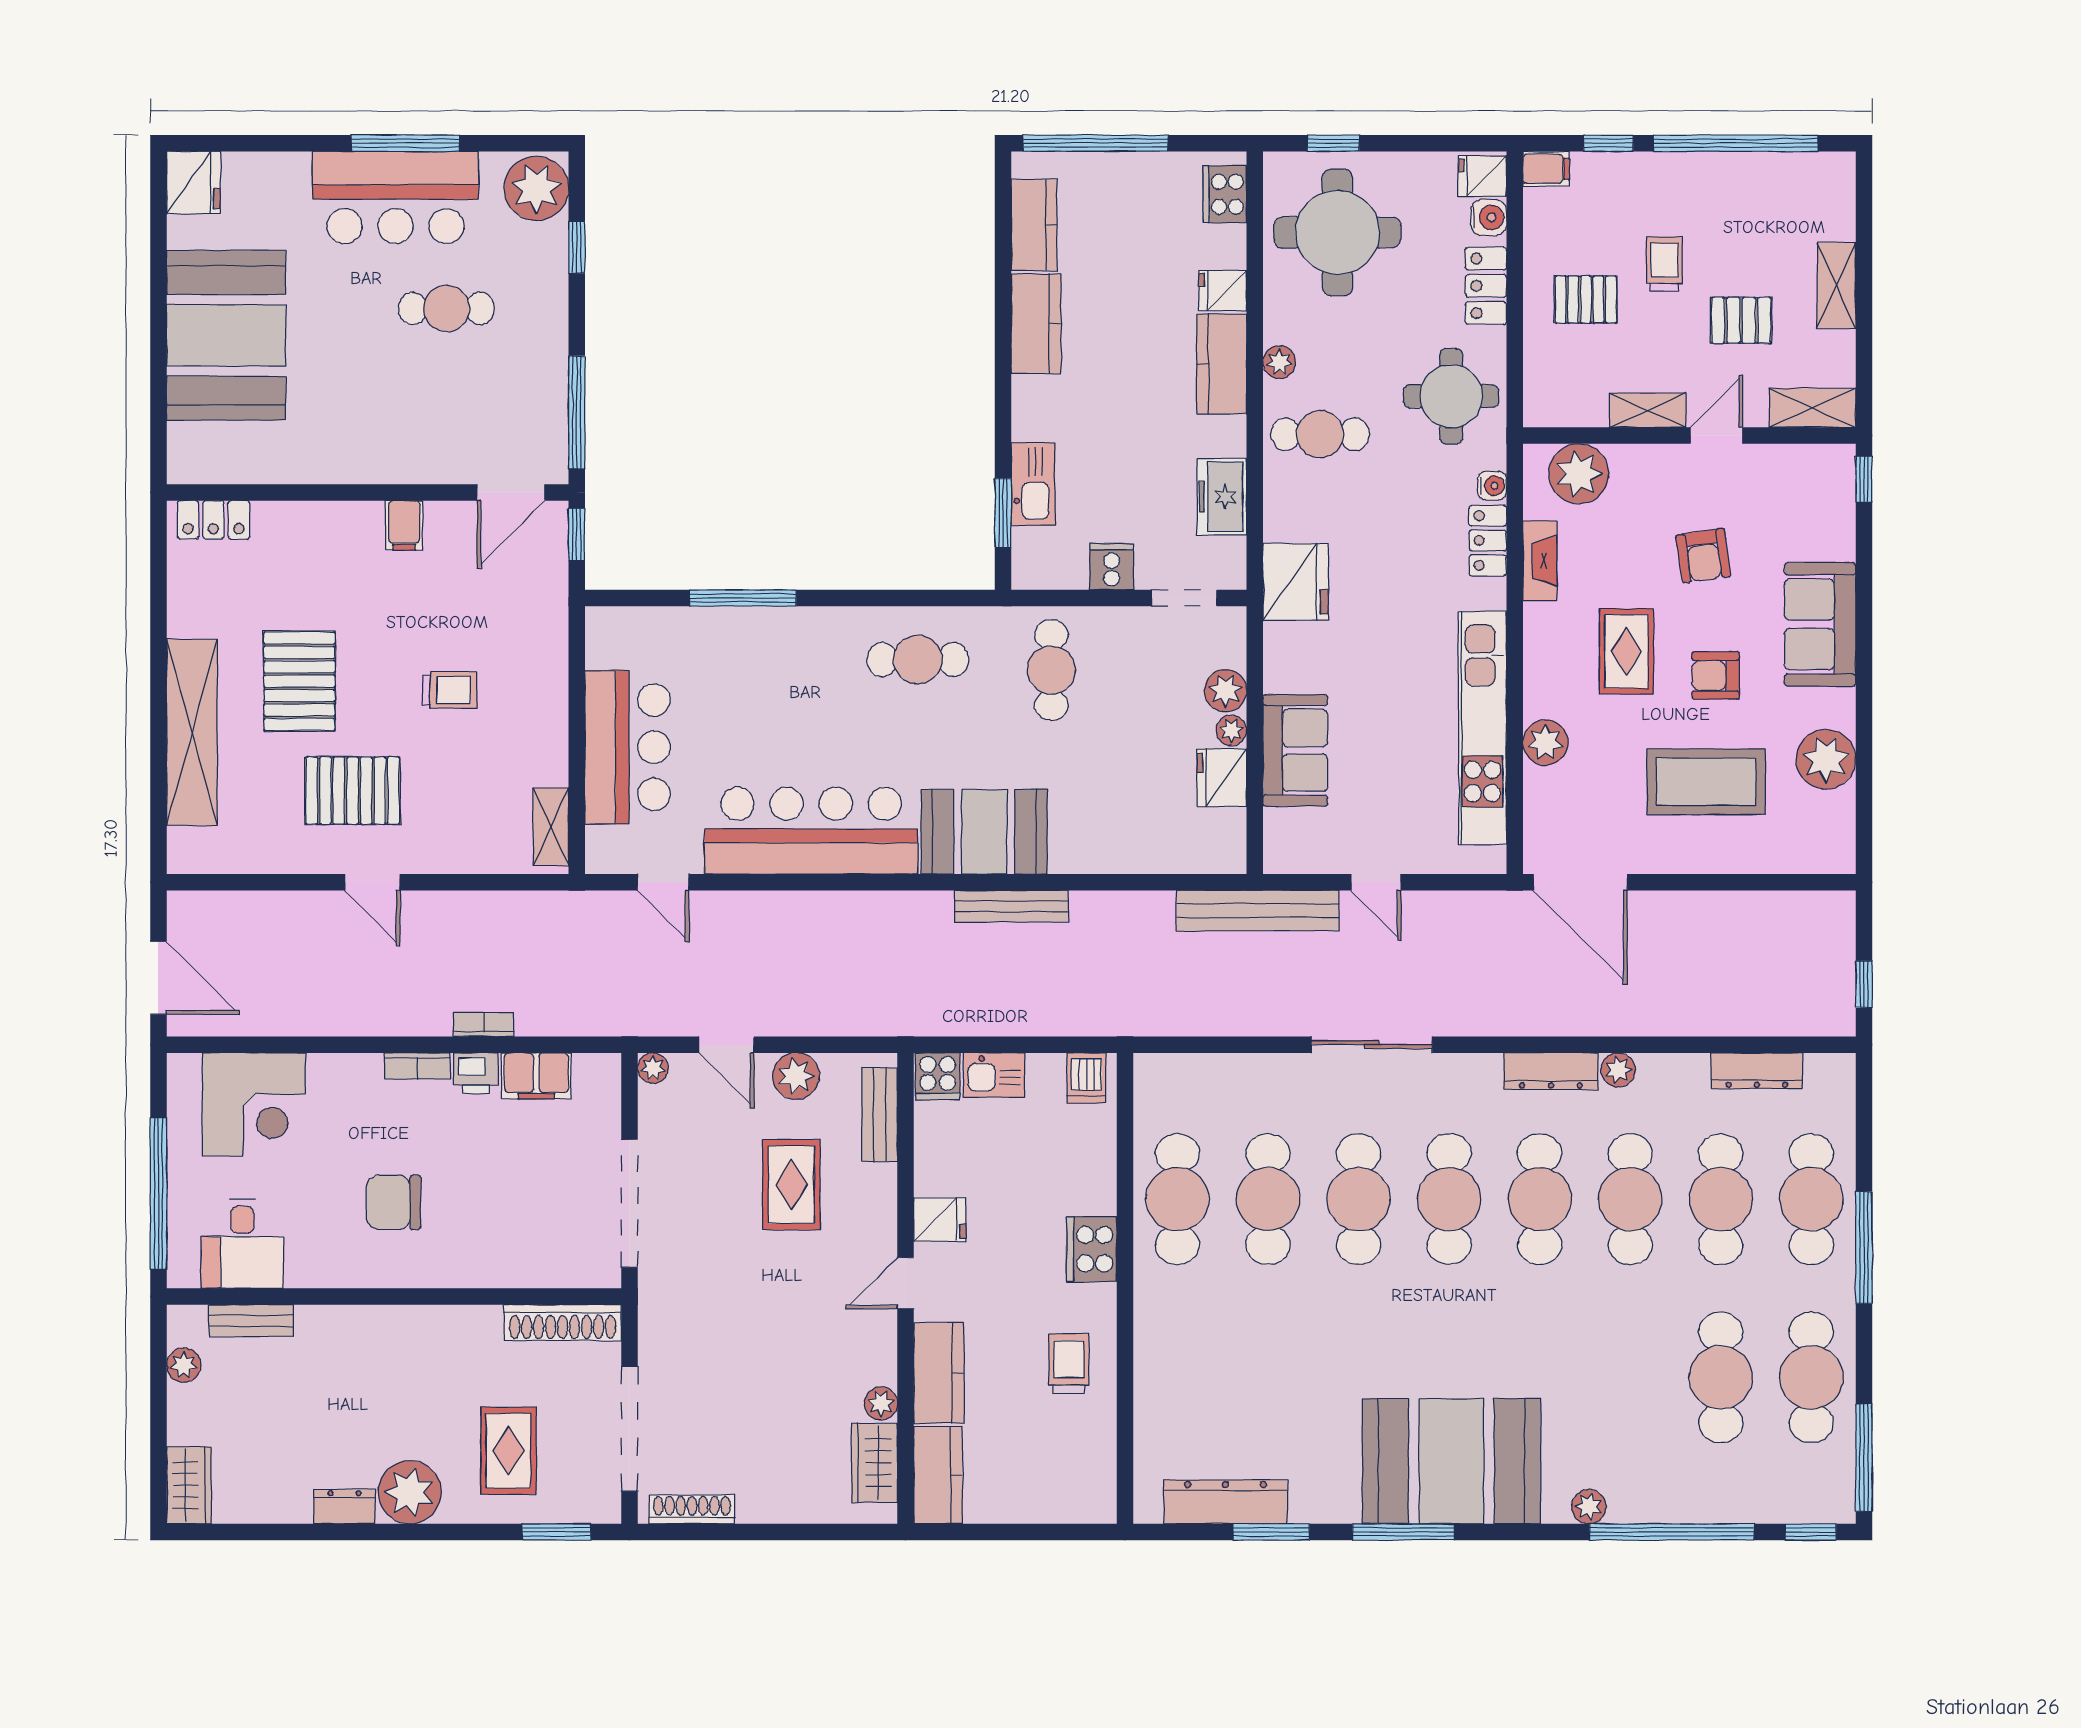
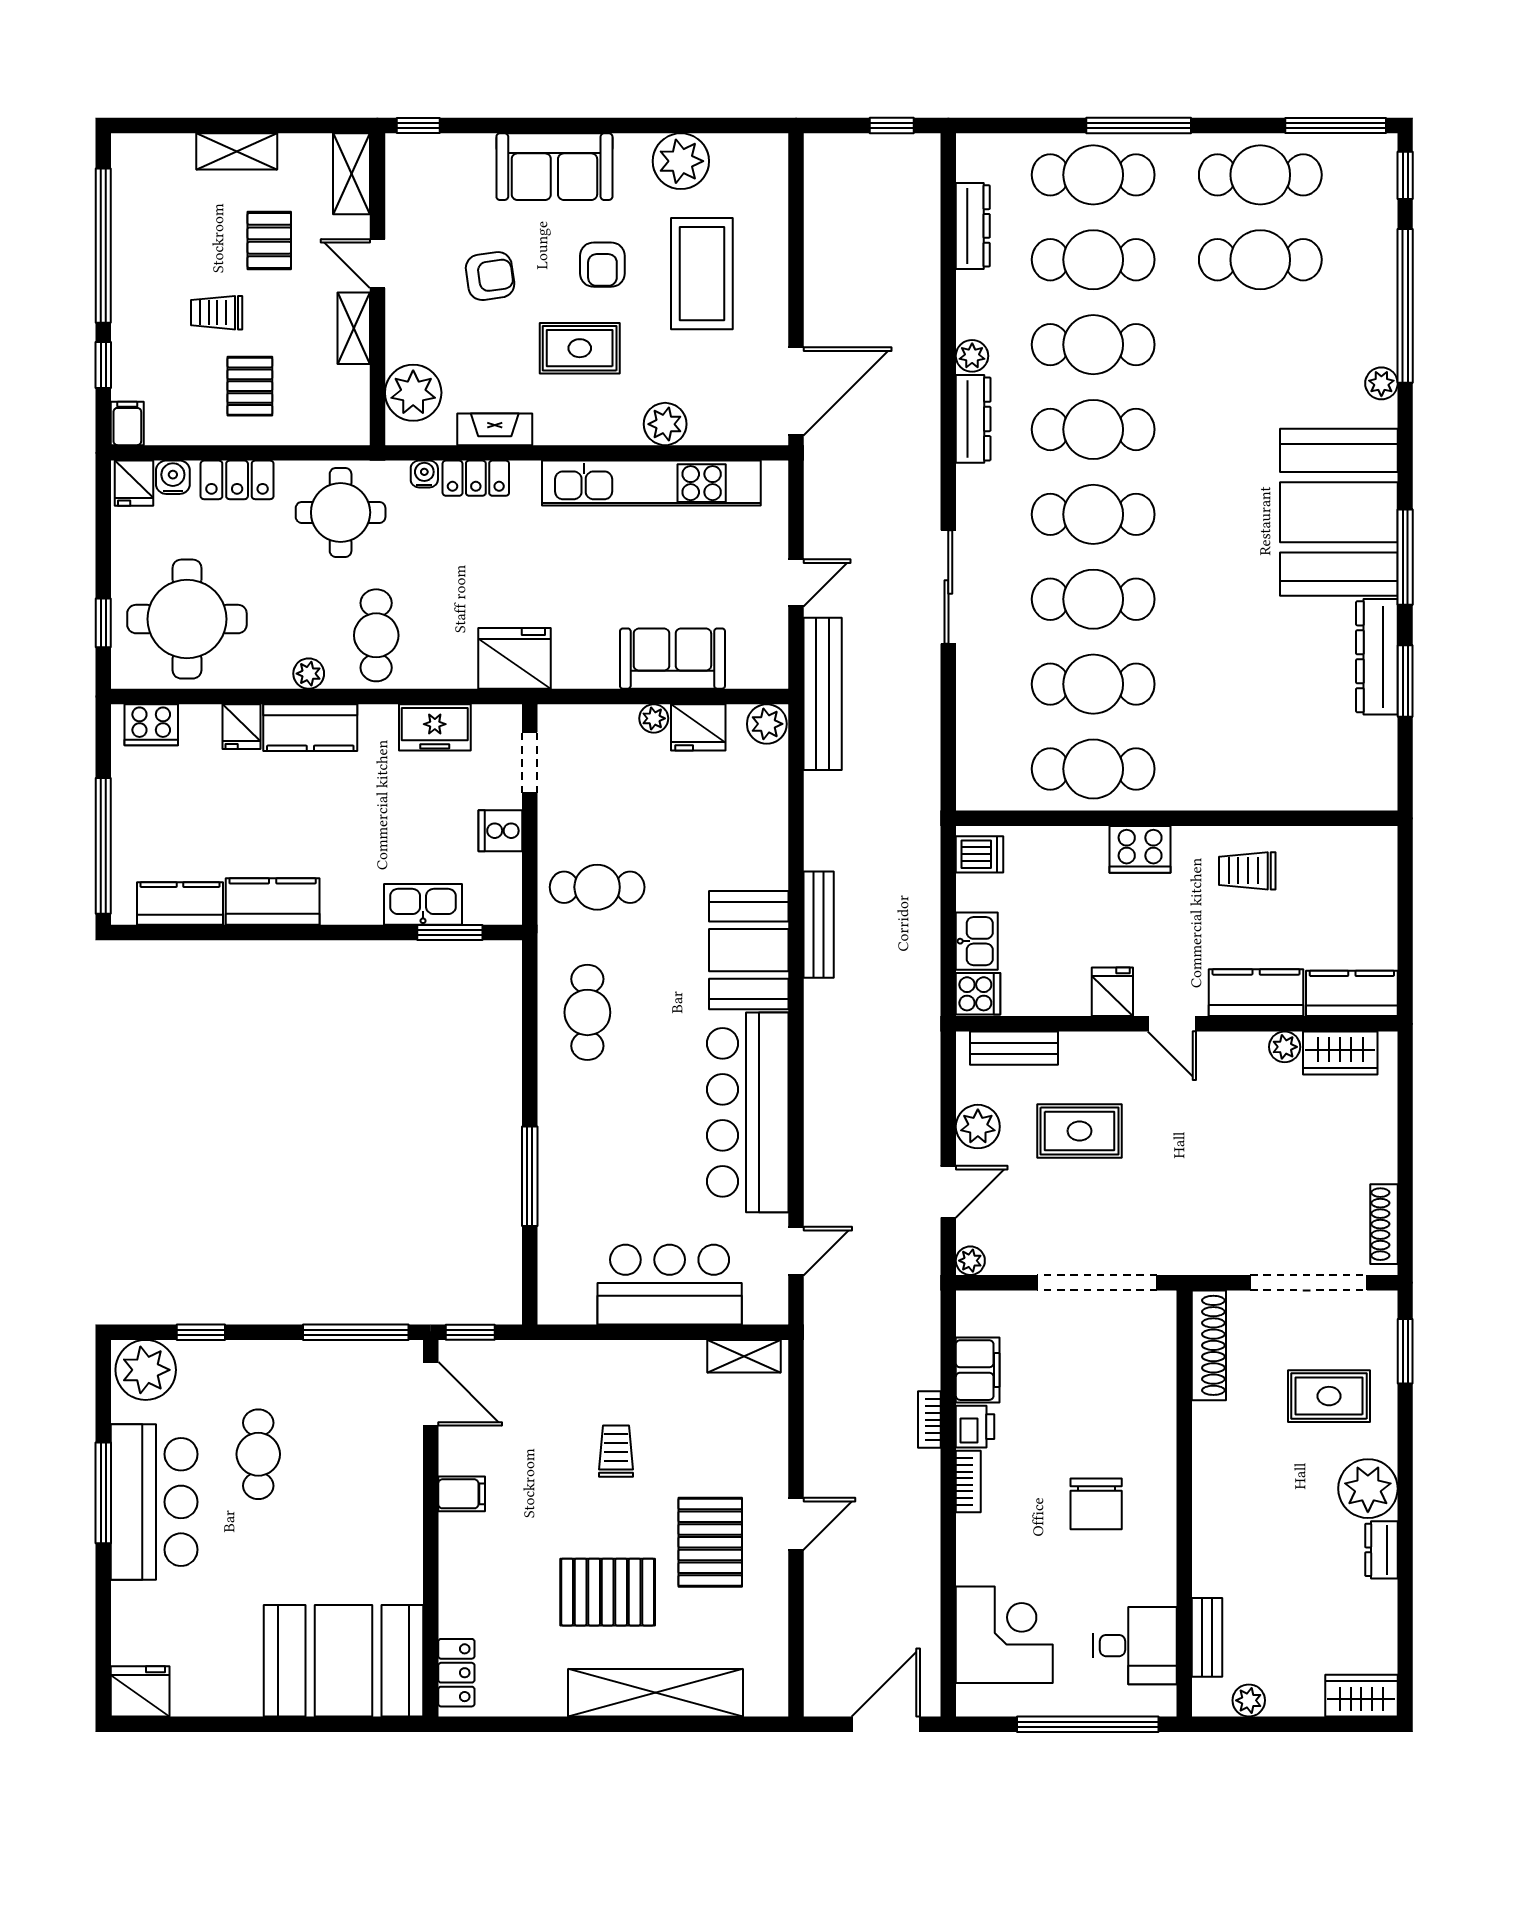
booth: (226, 335) -> (343, 1661), moved
plant: (1226, 691) -> (767, 724), moved
dresser: (1225, 1502) -> (1377, 657), moved

